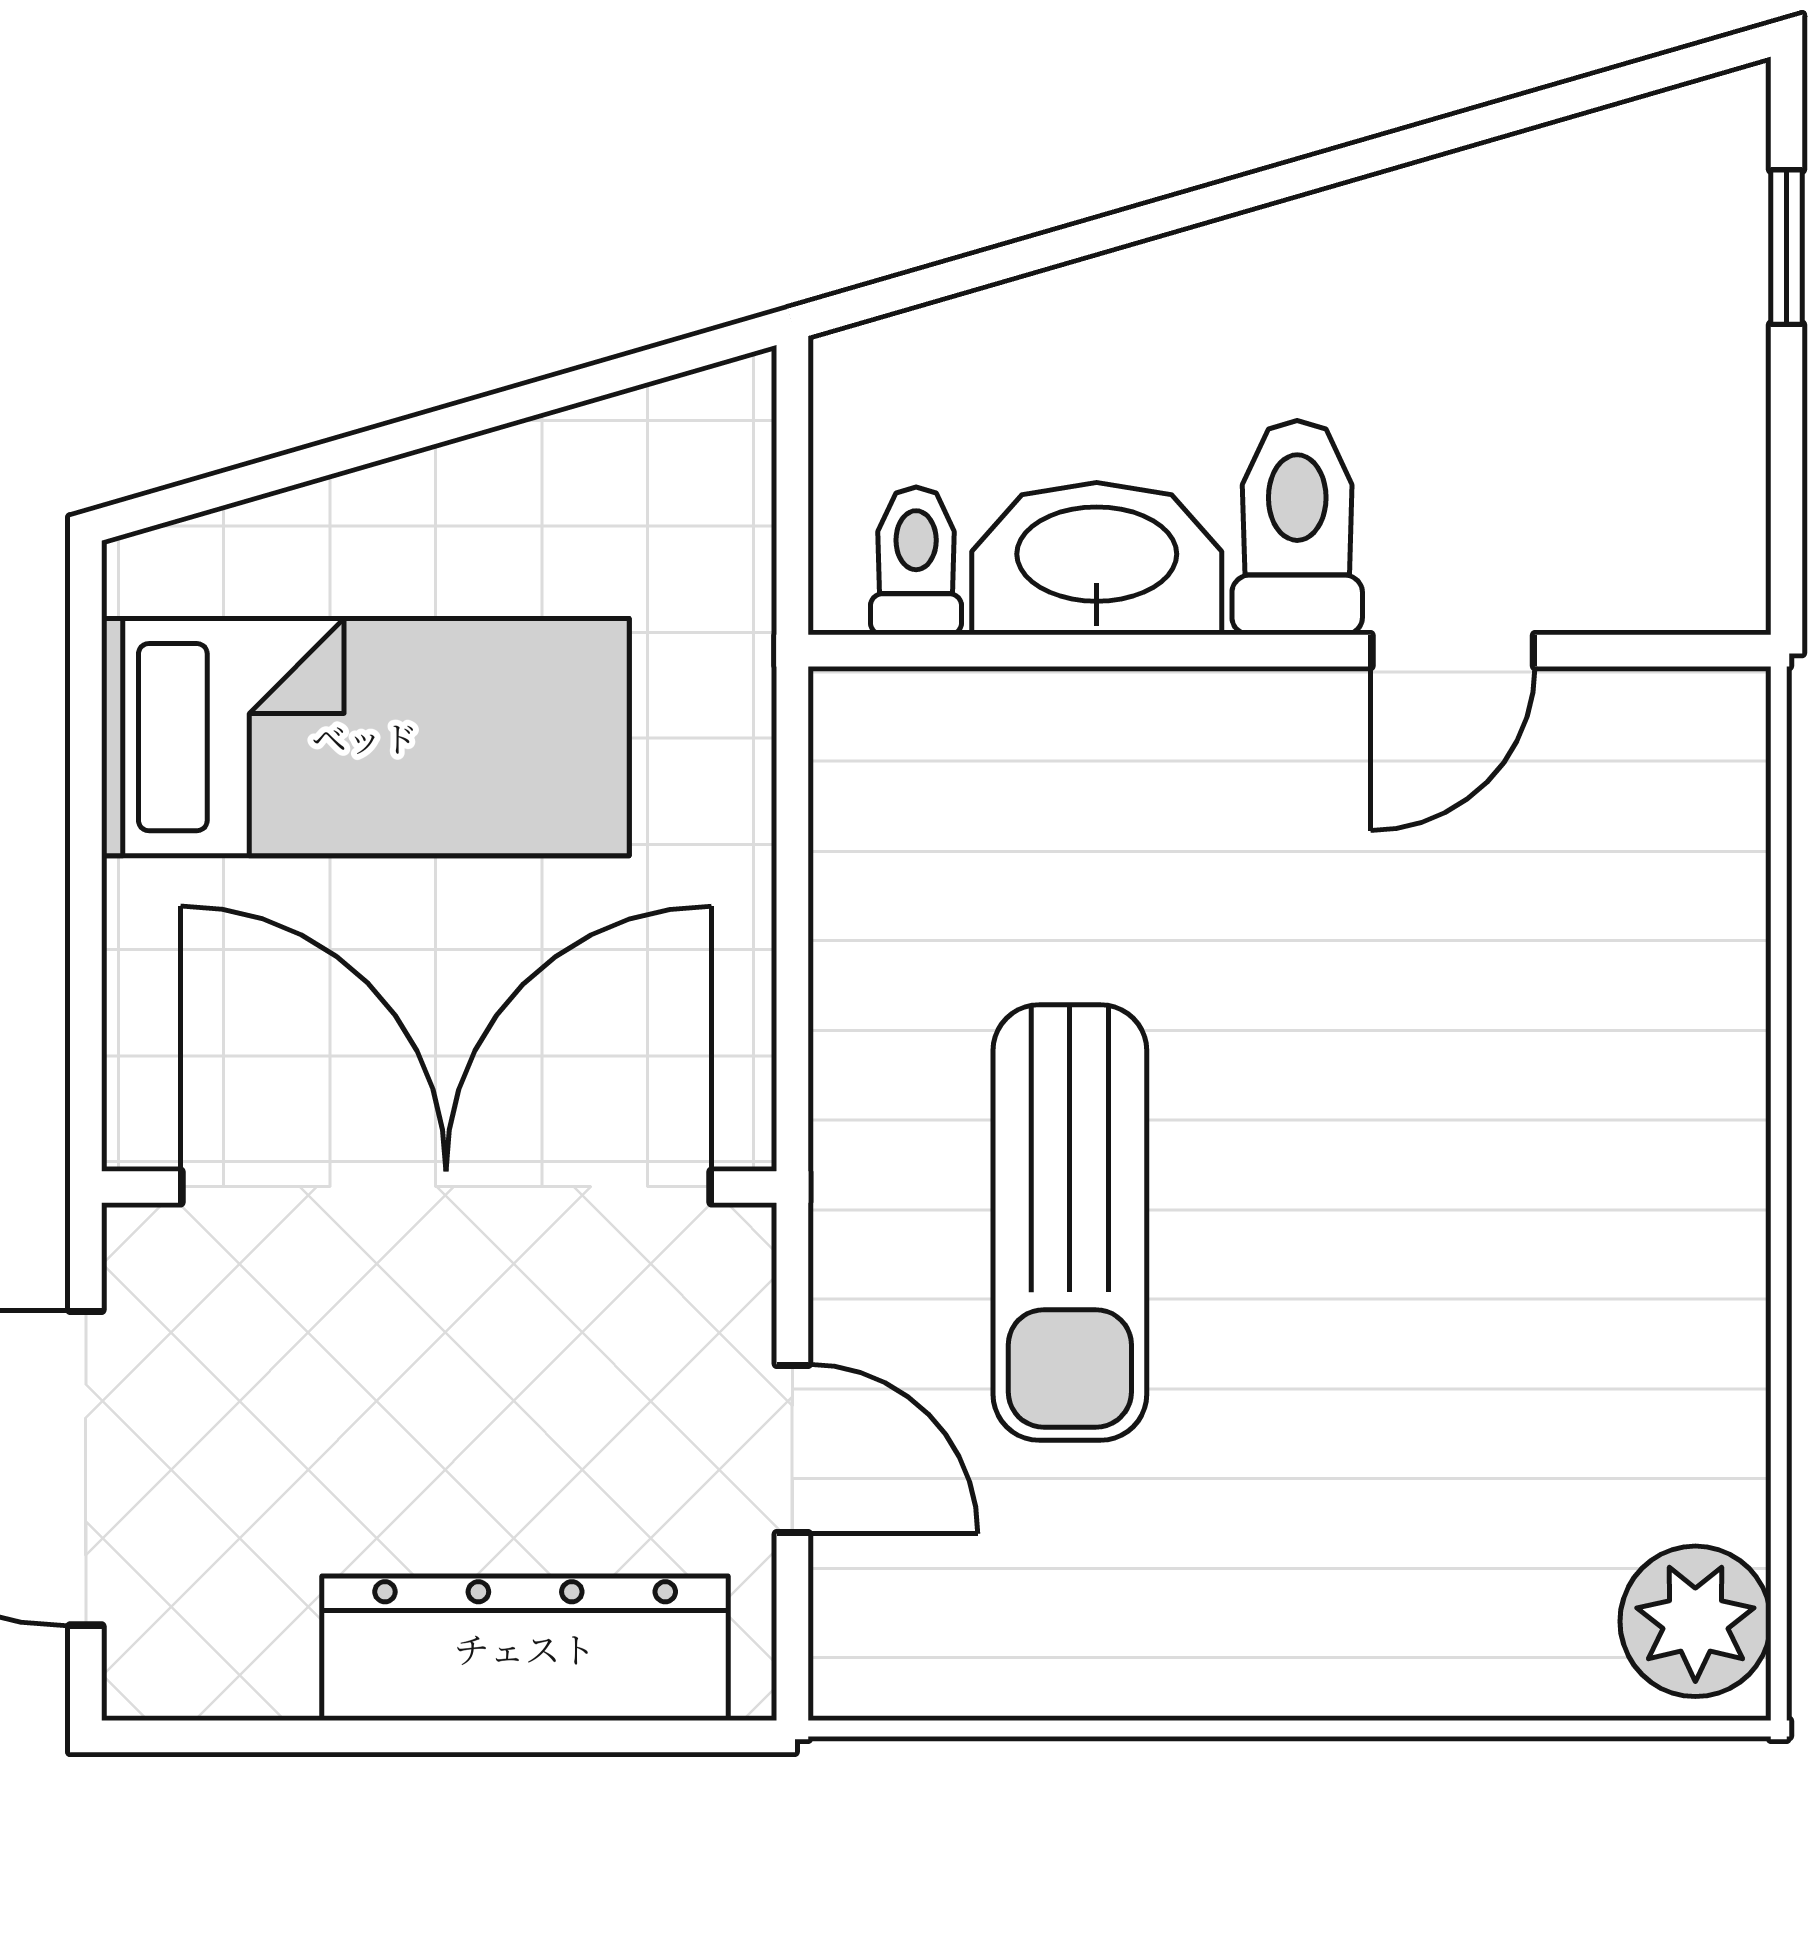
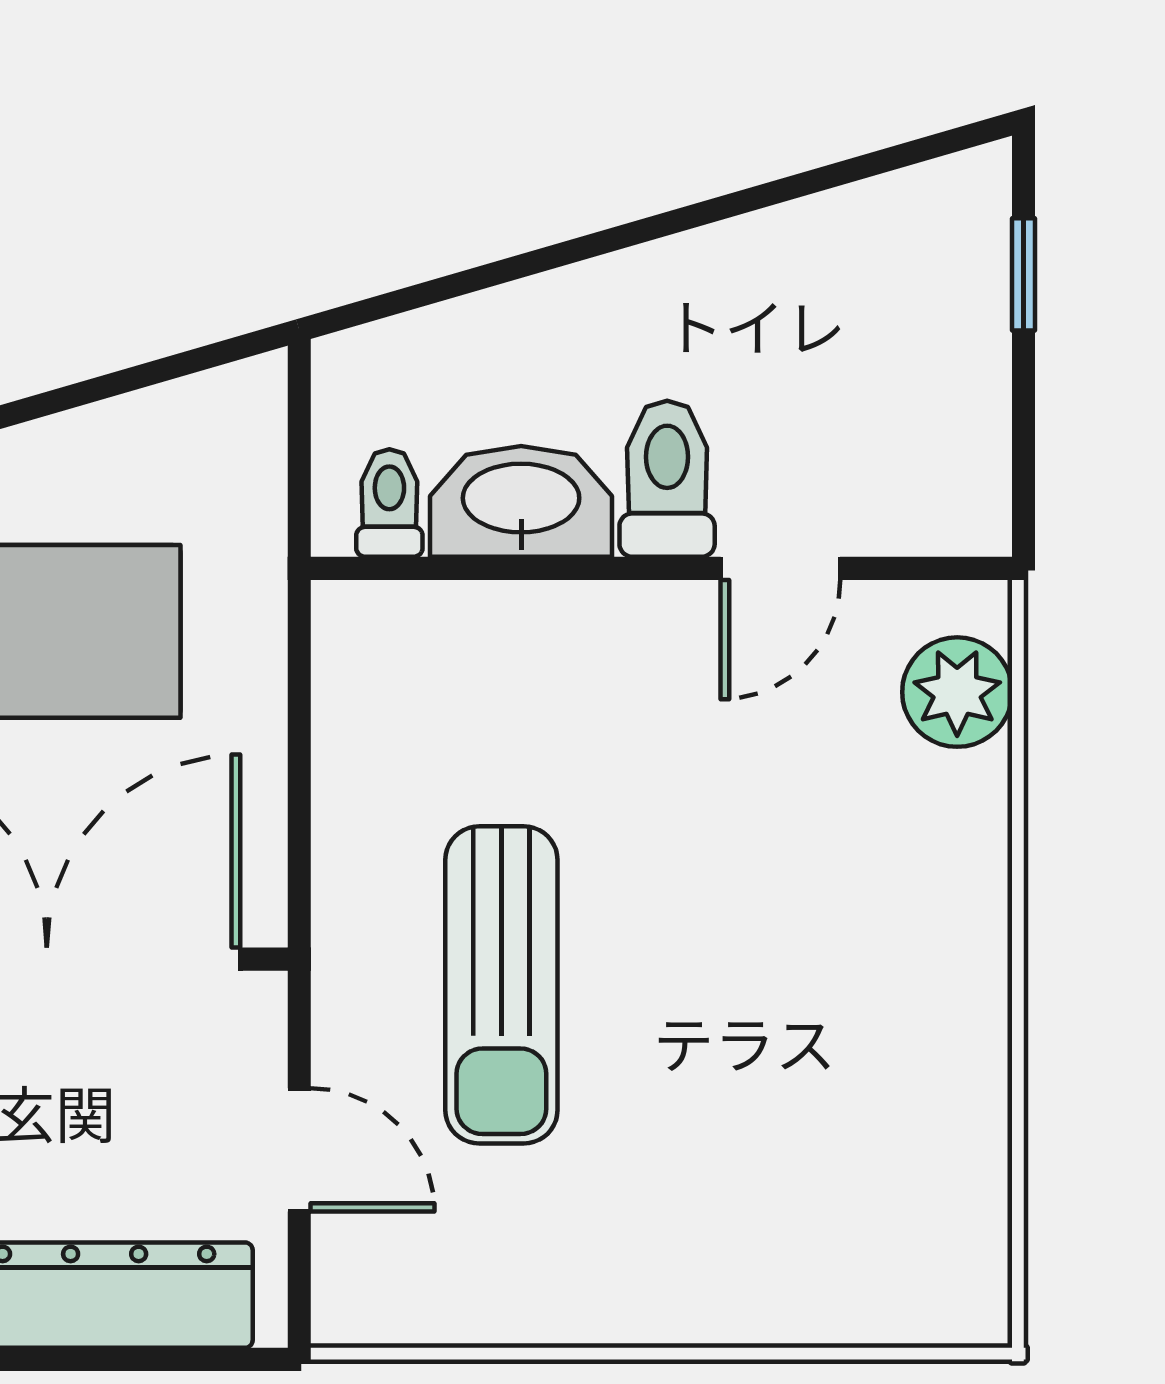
plant: (1695, 1621) -> (957, 692), moved

